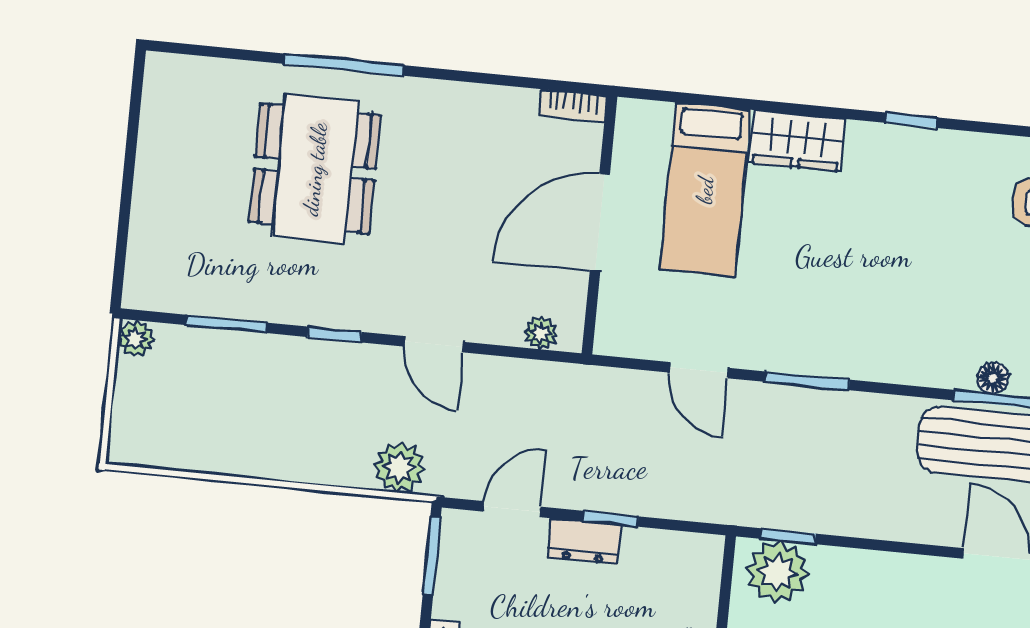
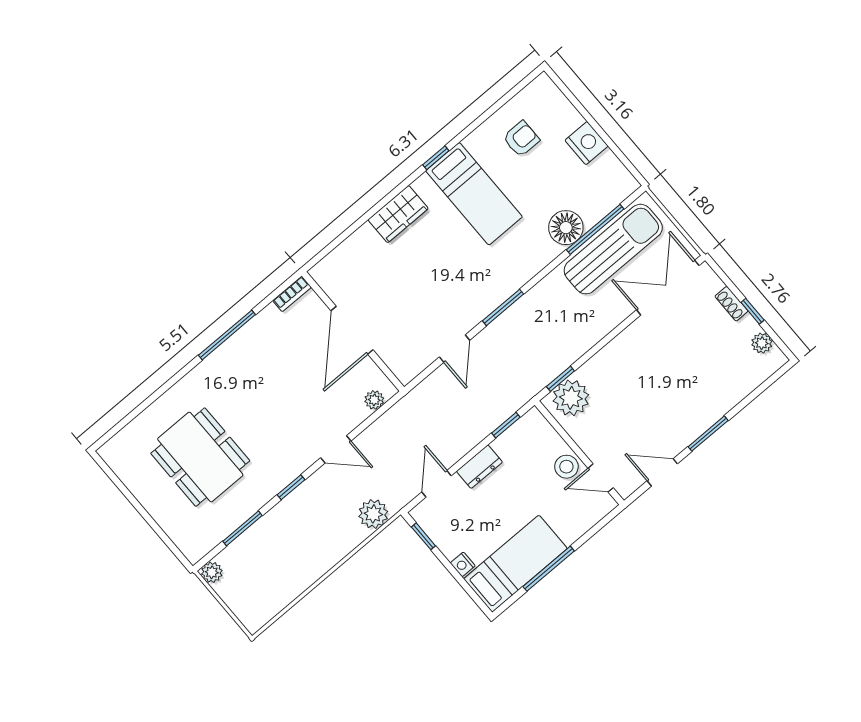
window: (344, 65) -> (227, 335), moved
dining table: (315, 169) -> (200, 457), moved
bed: (705, 190) -> (474, 194), moved
door: (699, 370) -> (454, 349), hinge flipped
floor lamp: (993, 378) -> (566, 228), width x1.89, depth x1.89
window: (611, 519) -> (506, 425), moved
window: (432, 556) -> (423, 536), width x0.67

